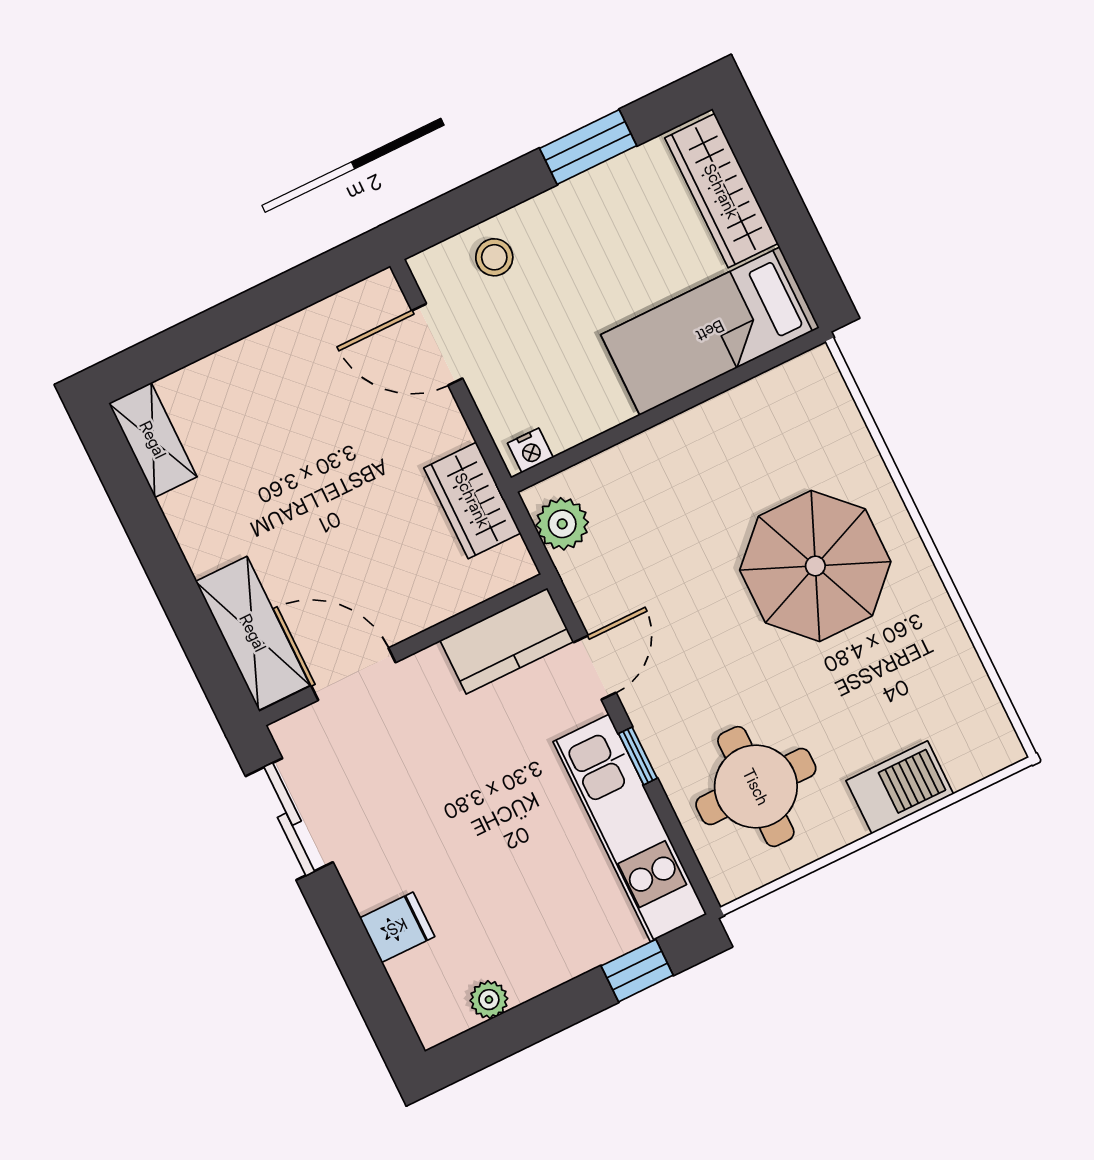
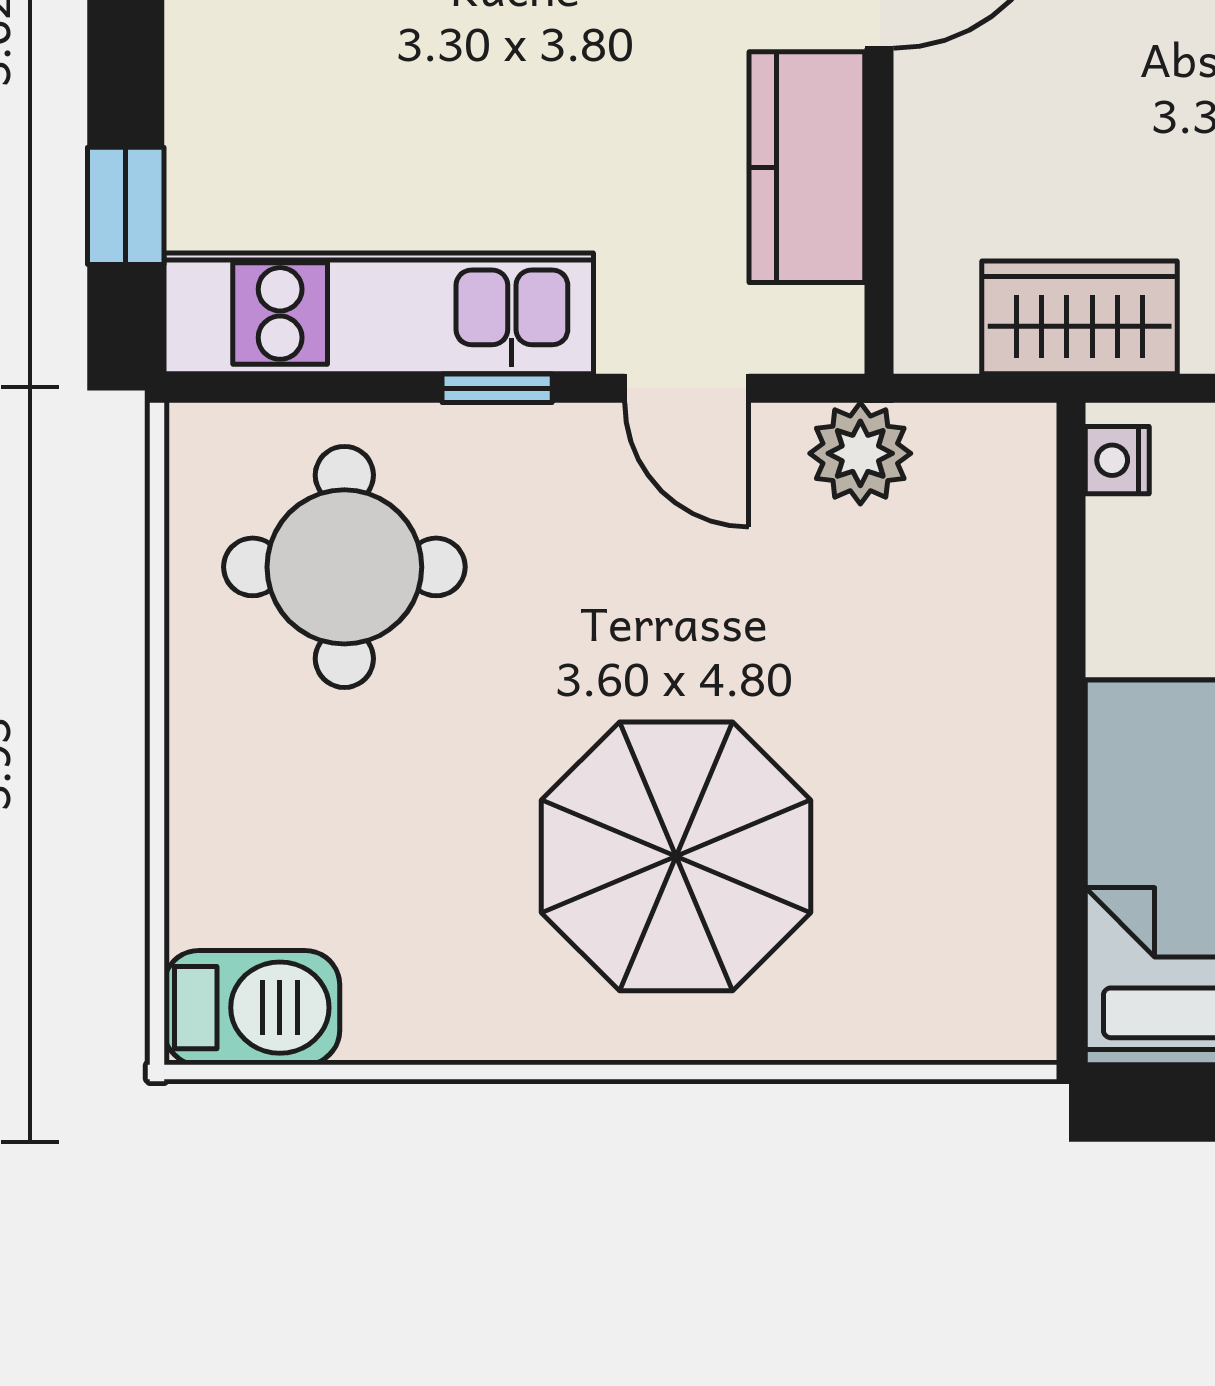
plant: (562, 524) -> (860, 453), moved
kitchen counter: (507, 641) -> (807, 167), moved
barbecue: (900, 787) -> (252, 1008), moved, turned -90

